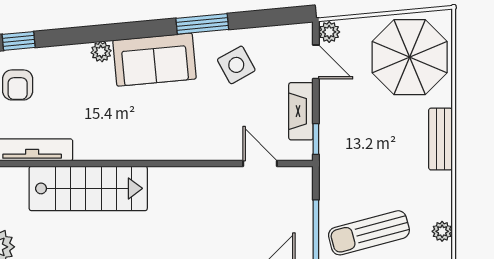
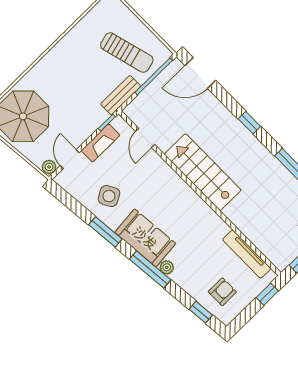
window: (116, 32) -> (150, 270), added
bench: (440, 139) -> (121, 95), moved
stairs: (88, 188) -> (203, 172), moved
plant: (442, 231) -> (91, 18), removed

